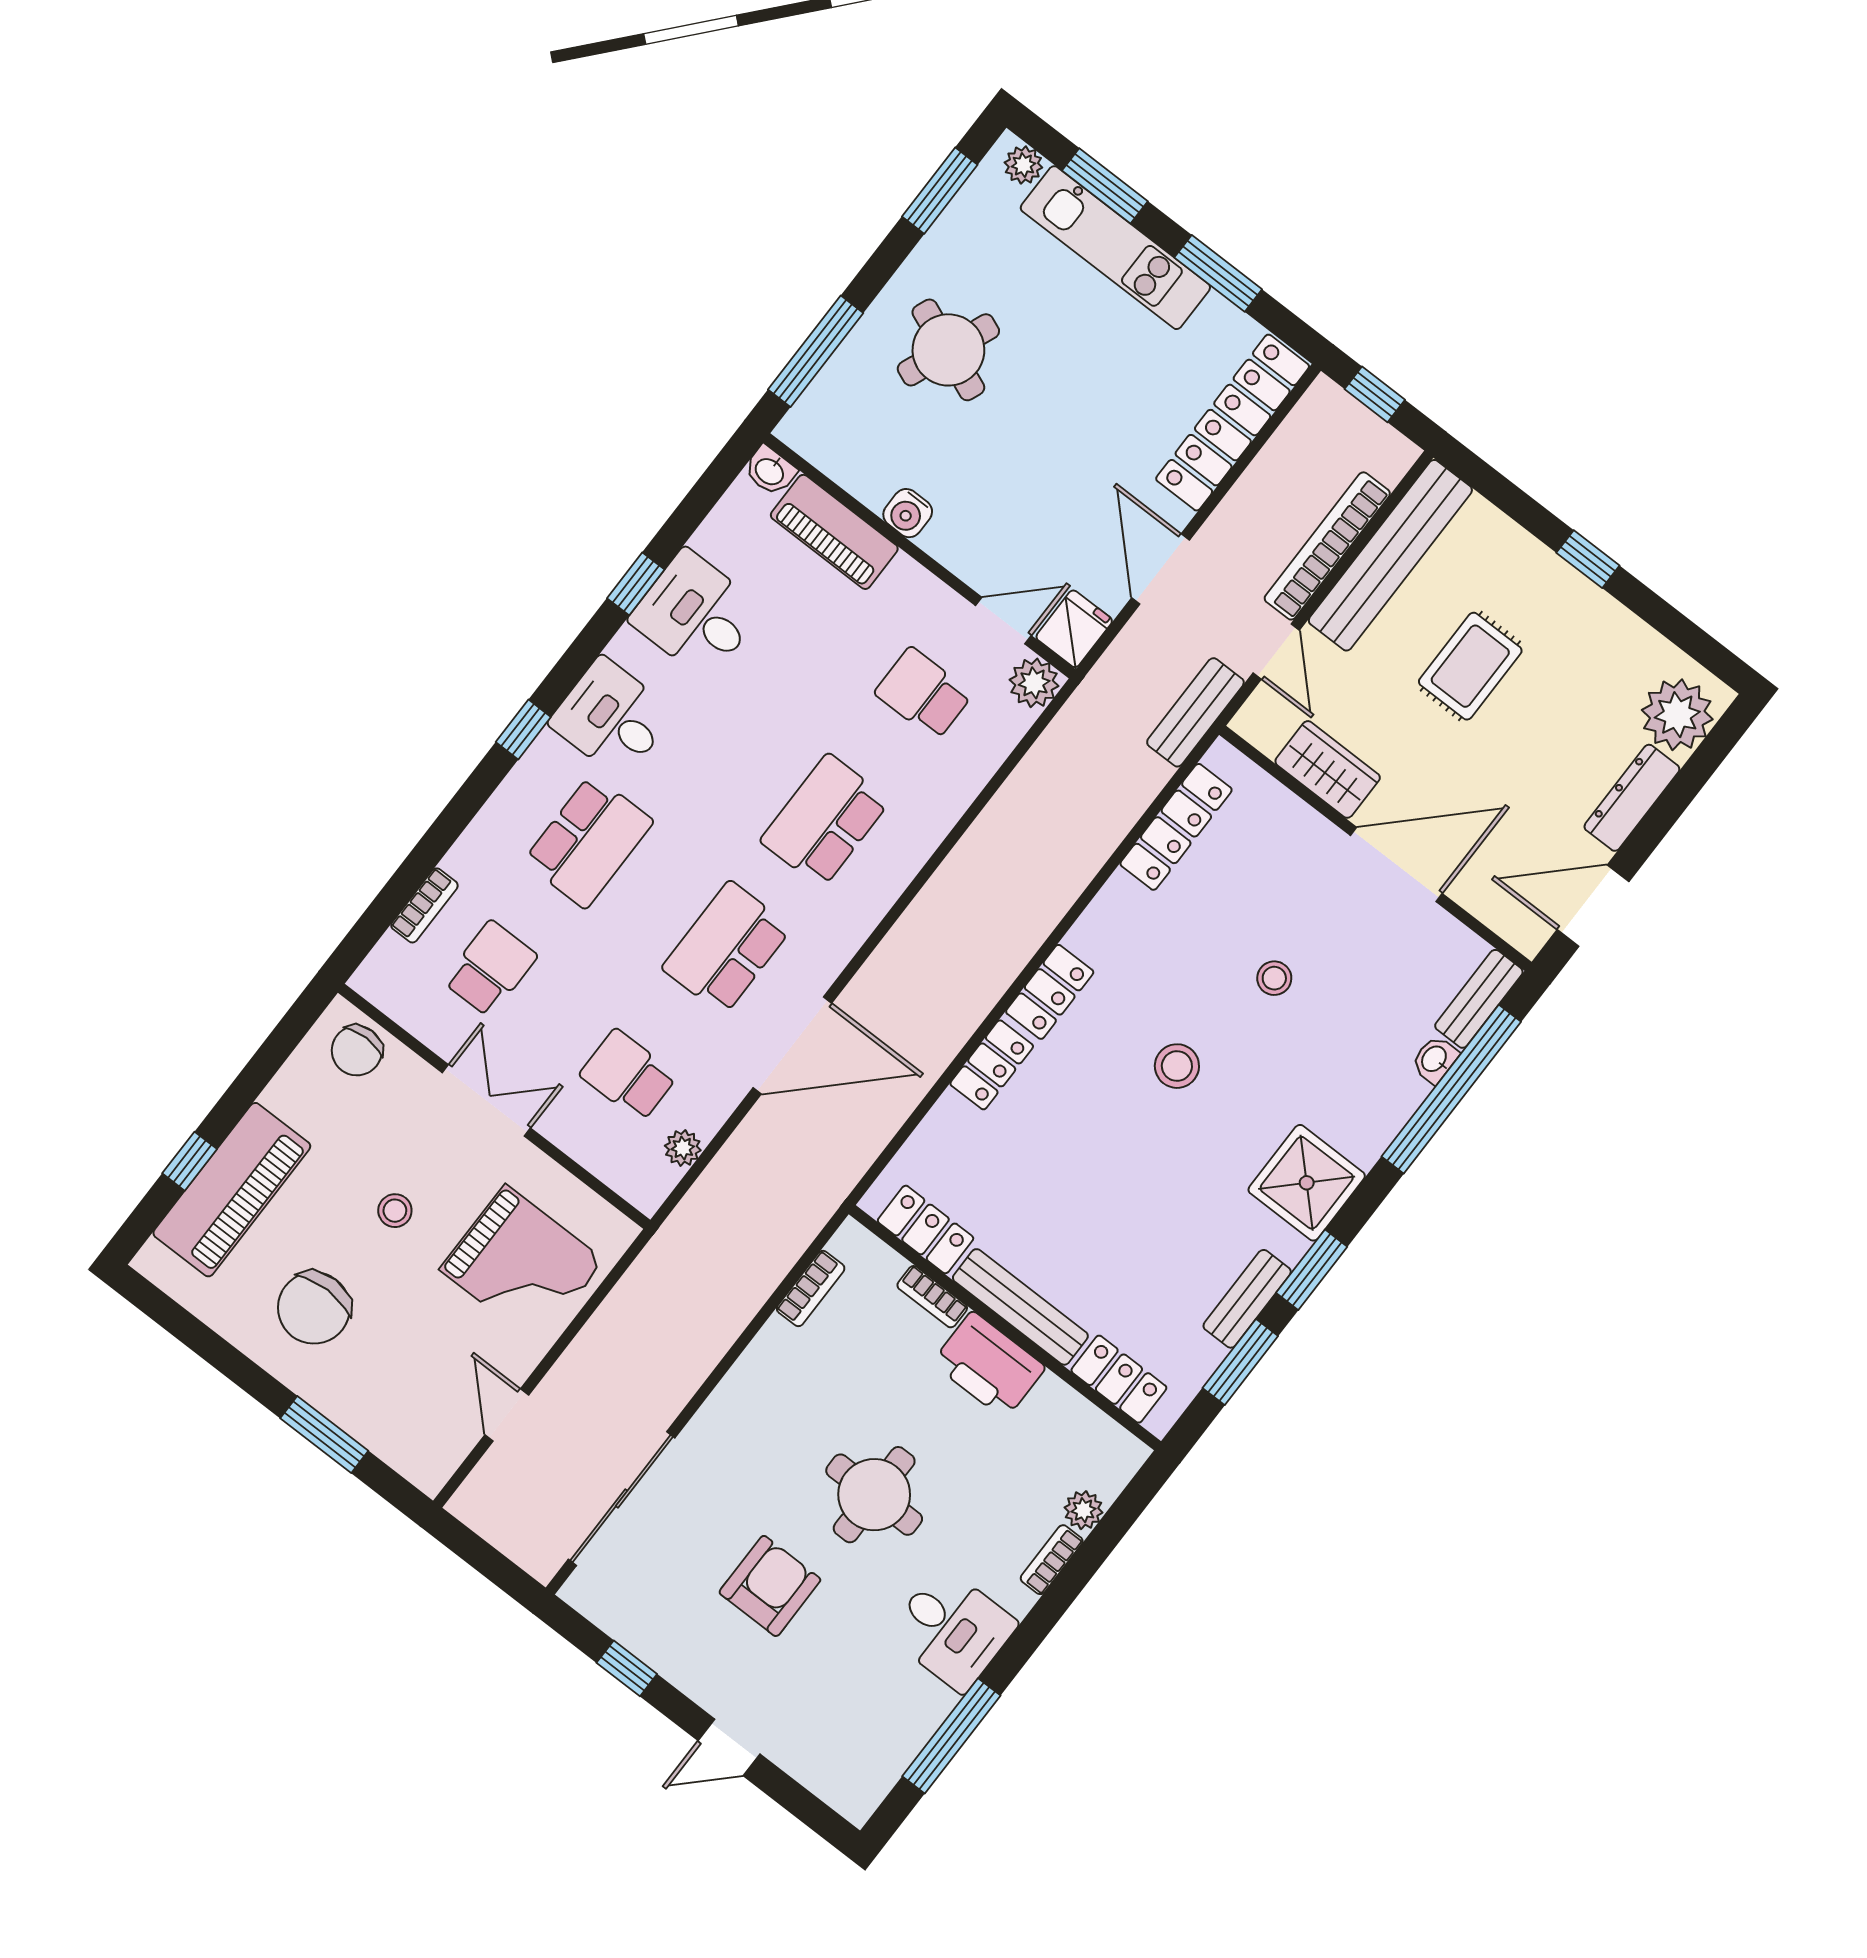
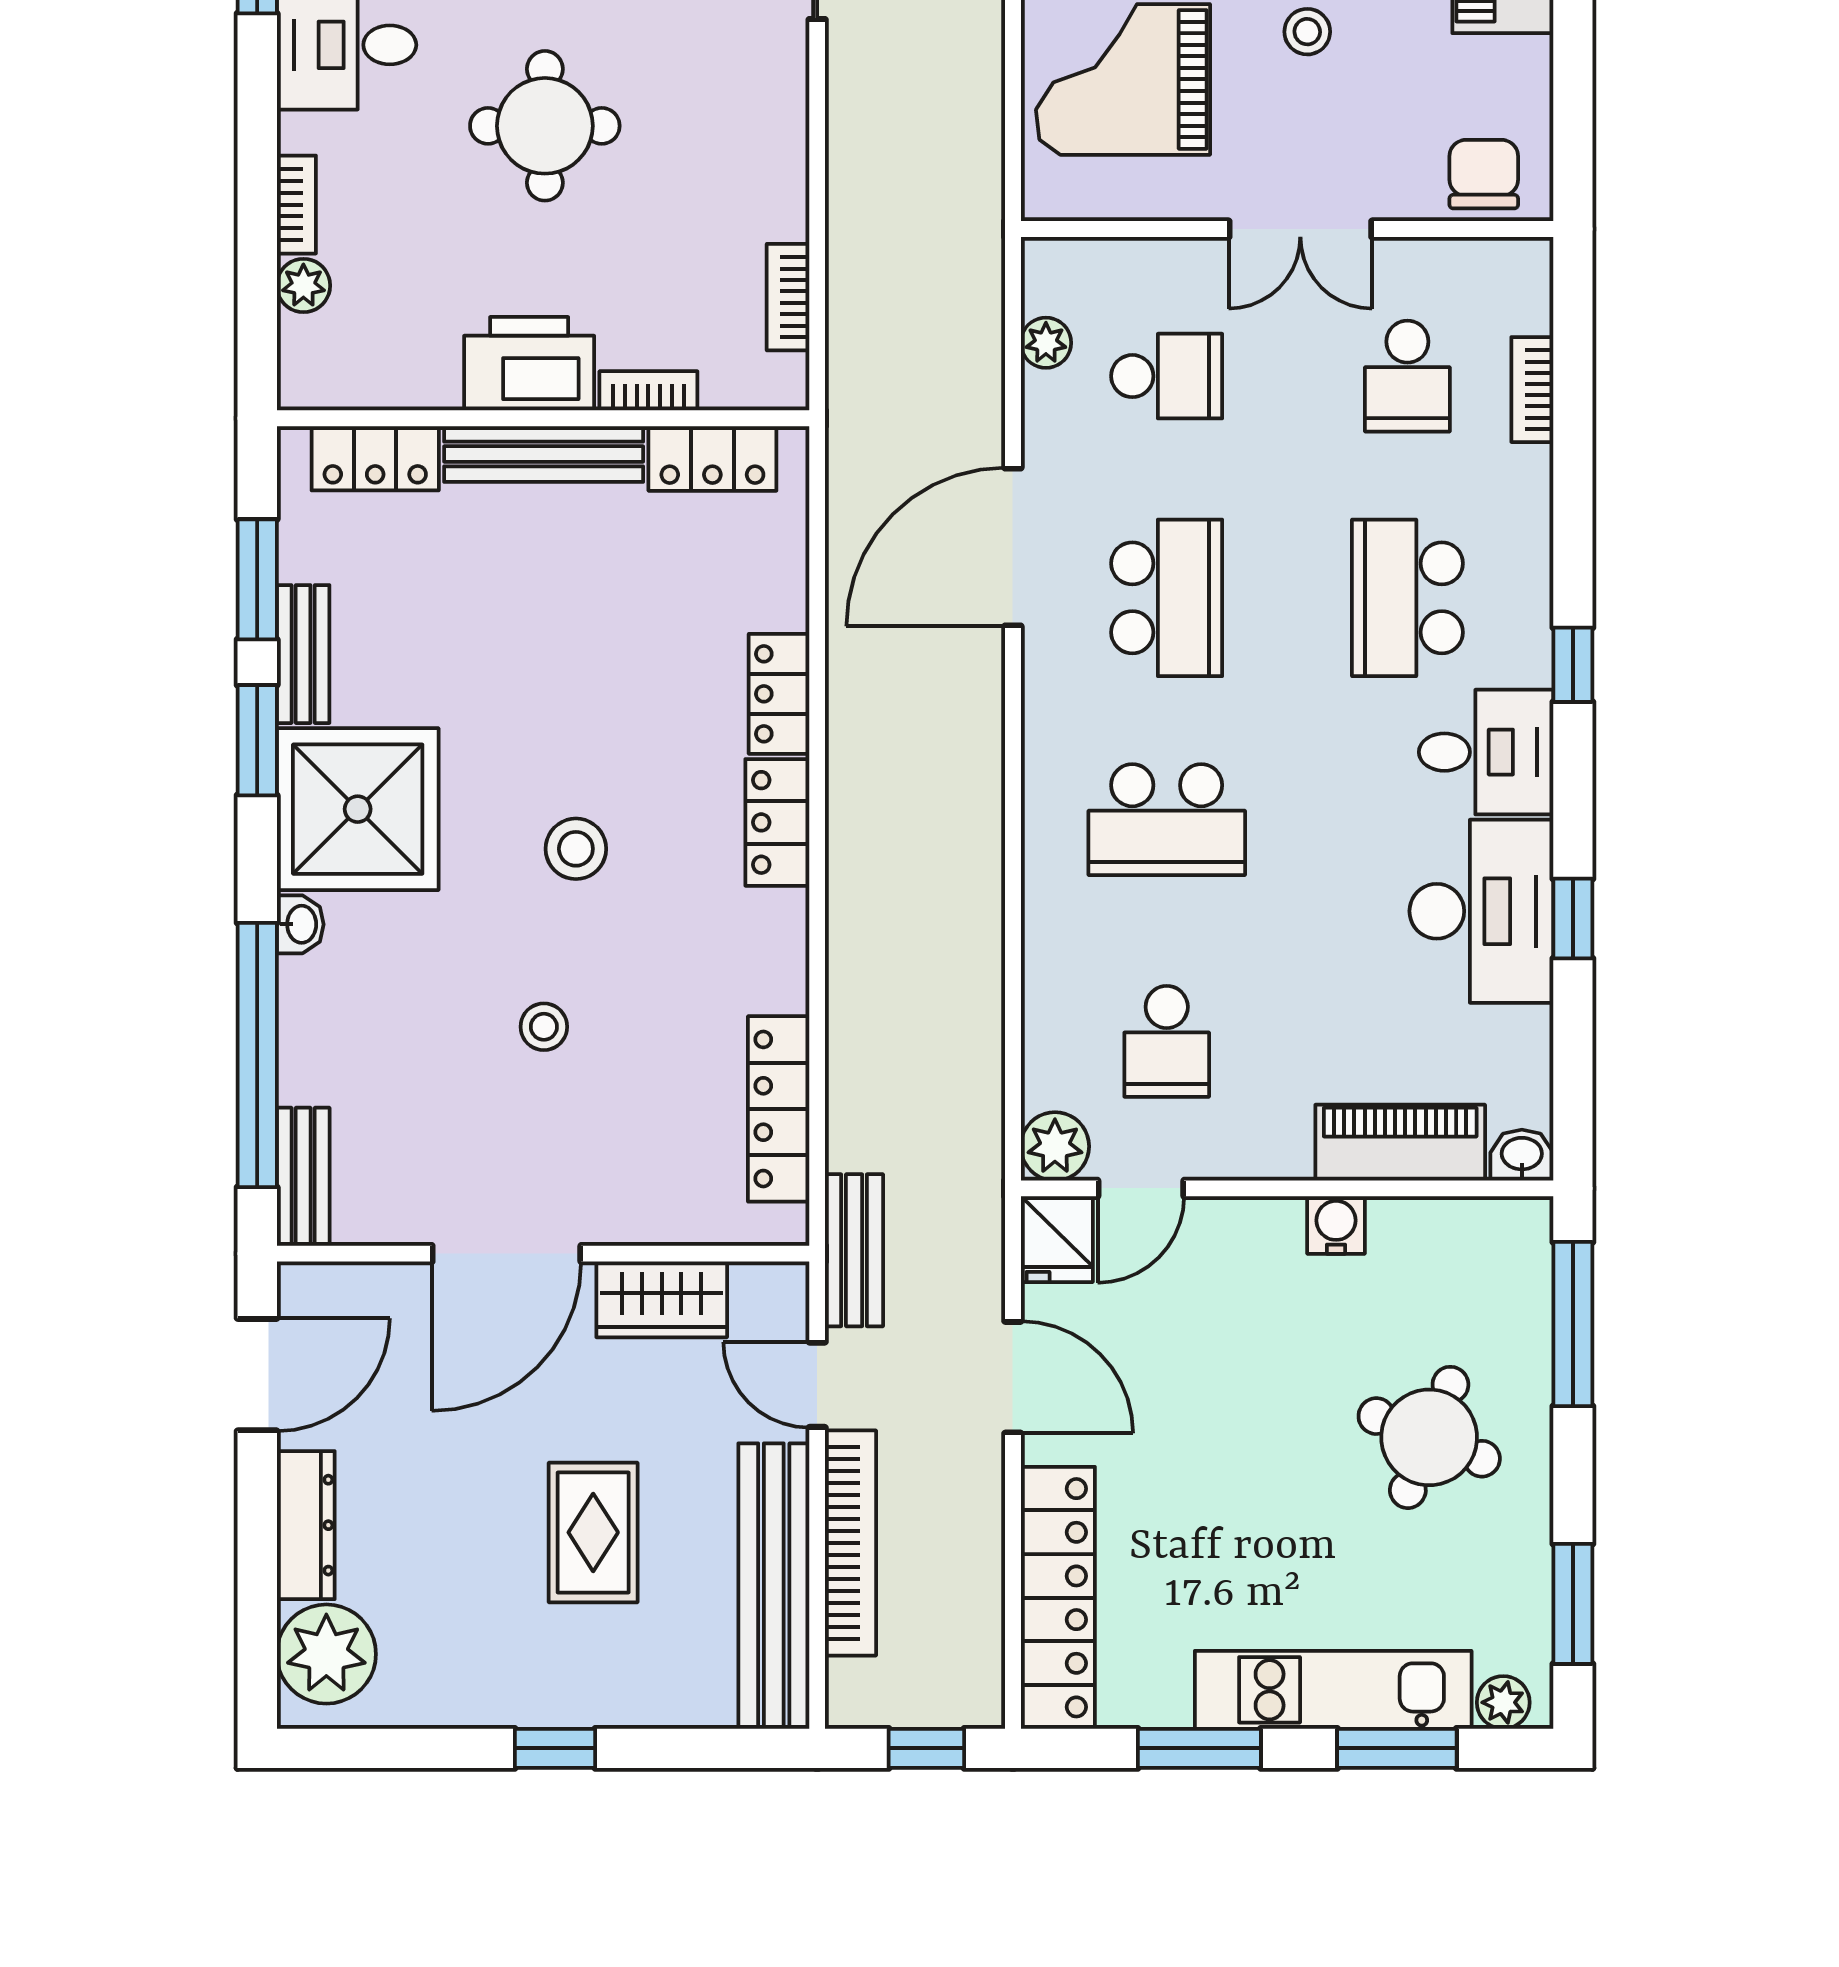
desk: (696, 614) -> (1481, 911), width x1.37
school desk: (923, 694) -> (1167, 1041), turned 90
school desk: (825, 821) -> (1167, 820), turned 90
washbasin: (1435, 1059) -> (300, 924), moved
shower: (1307, 1183) -> (358, 809), width x1.37, depth x1.37

